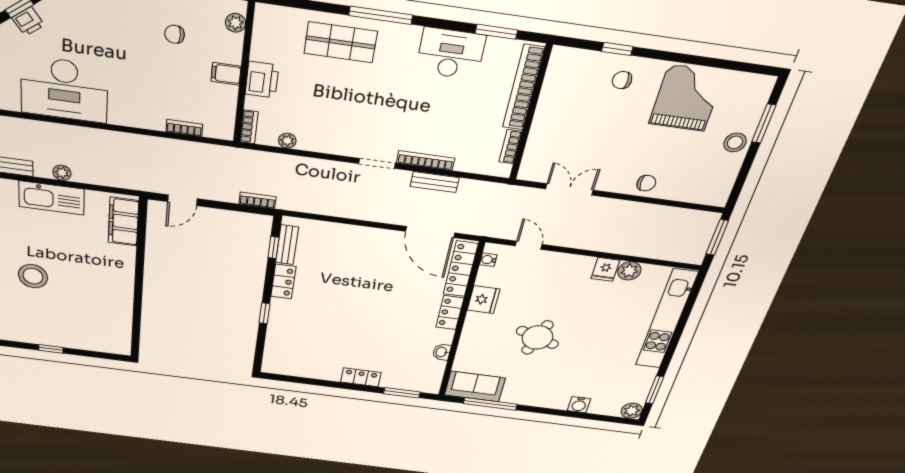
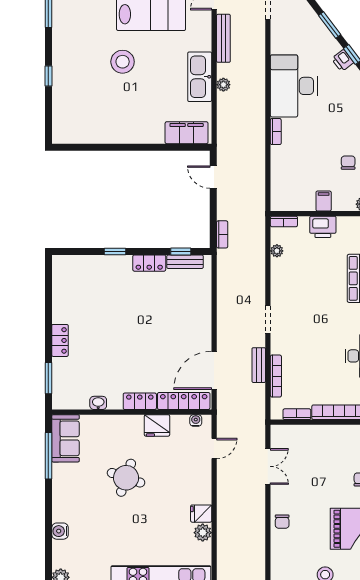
bookcase: (184, 128) -> (276, 132), moved
bookcase: (425, 161) -> (276, 376), moved

